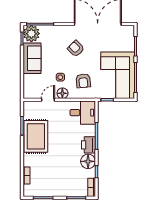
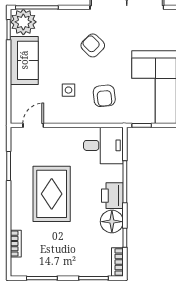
floor lamp: (62, 93) -> (72, 115), removed
door: (48, 100) -> (33, 125), moved
rug: (36, 136) -> (52, 194), moved

